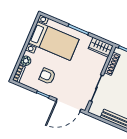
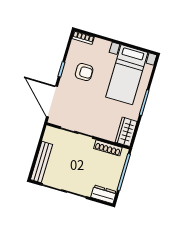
plant: (26, 61) -> (99, 44), removed
armchair: (47, 76) -> (84, 72), turned 90

